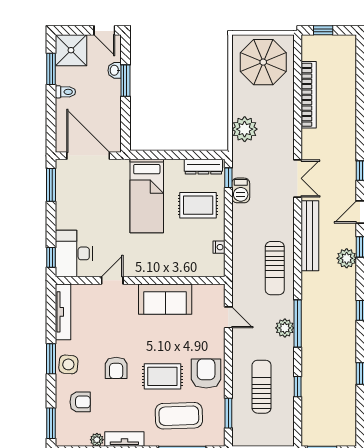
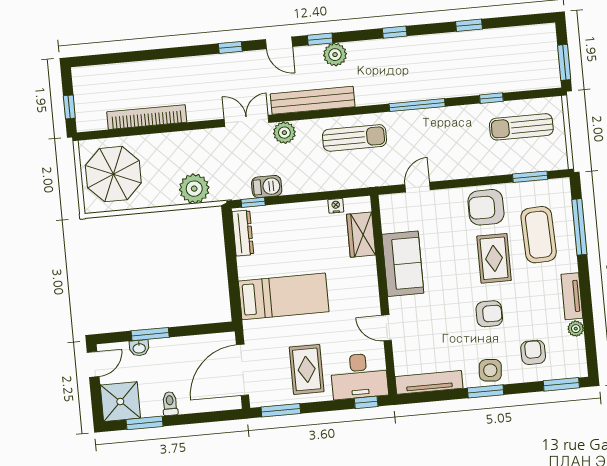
rug: (198, 205) -> (307, 369), moved
wardrobe: (193, 266) -> (361, 235), added
plant: (285, 328) -> (284, 133), moved
sun lounger: (262, 387) -> (521, 127), moved

